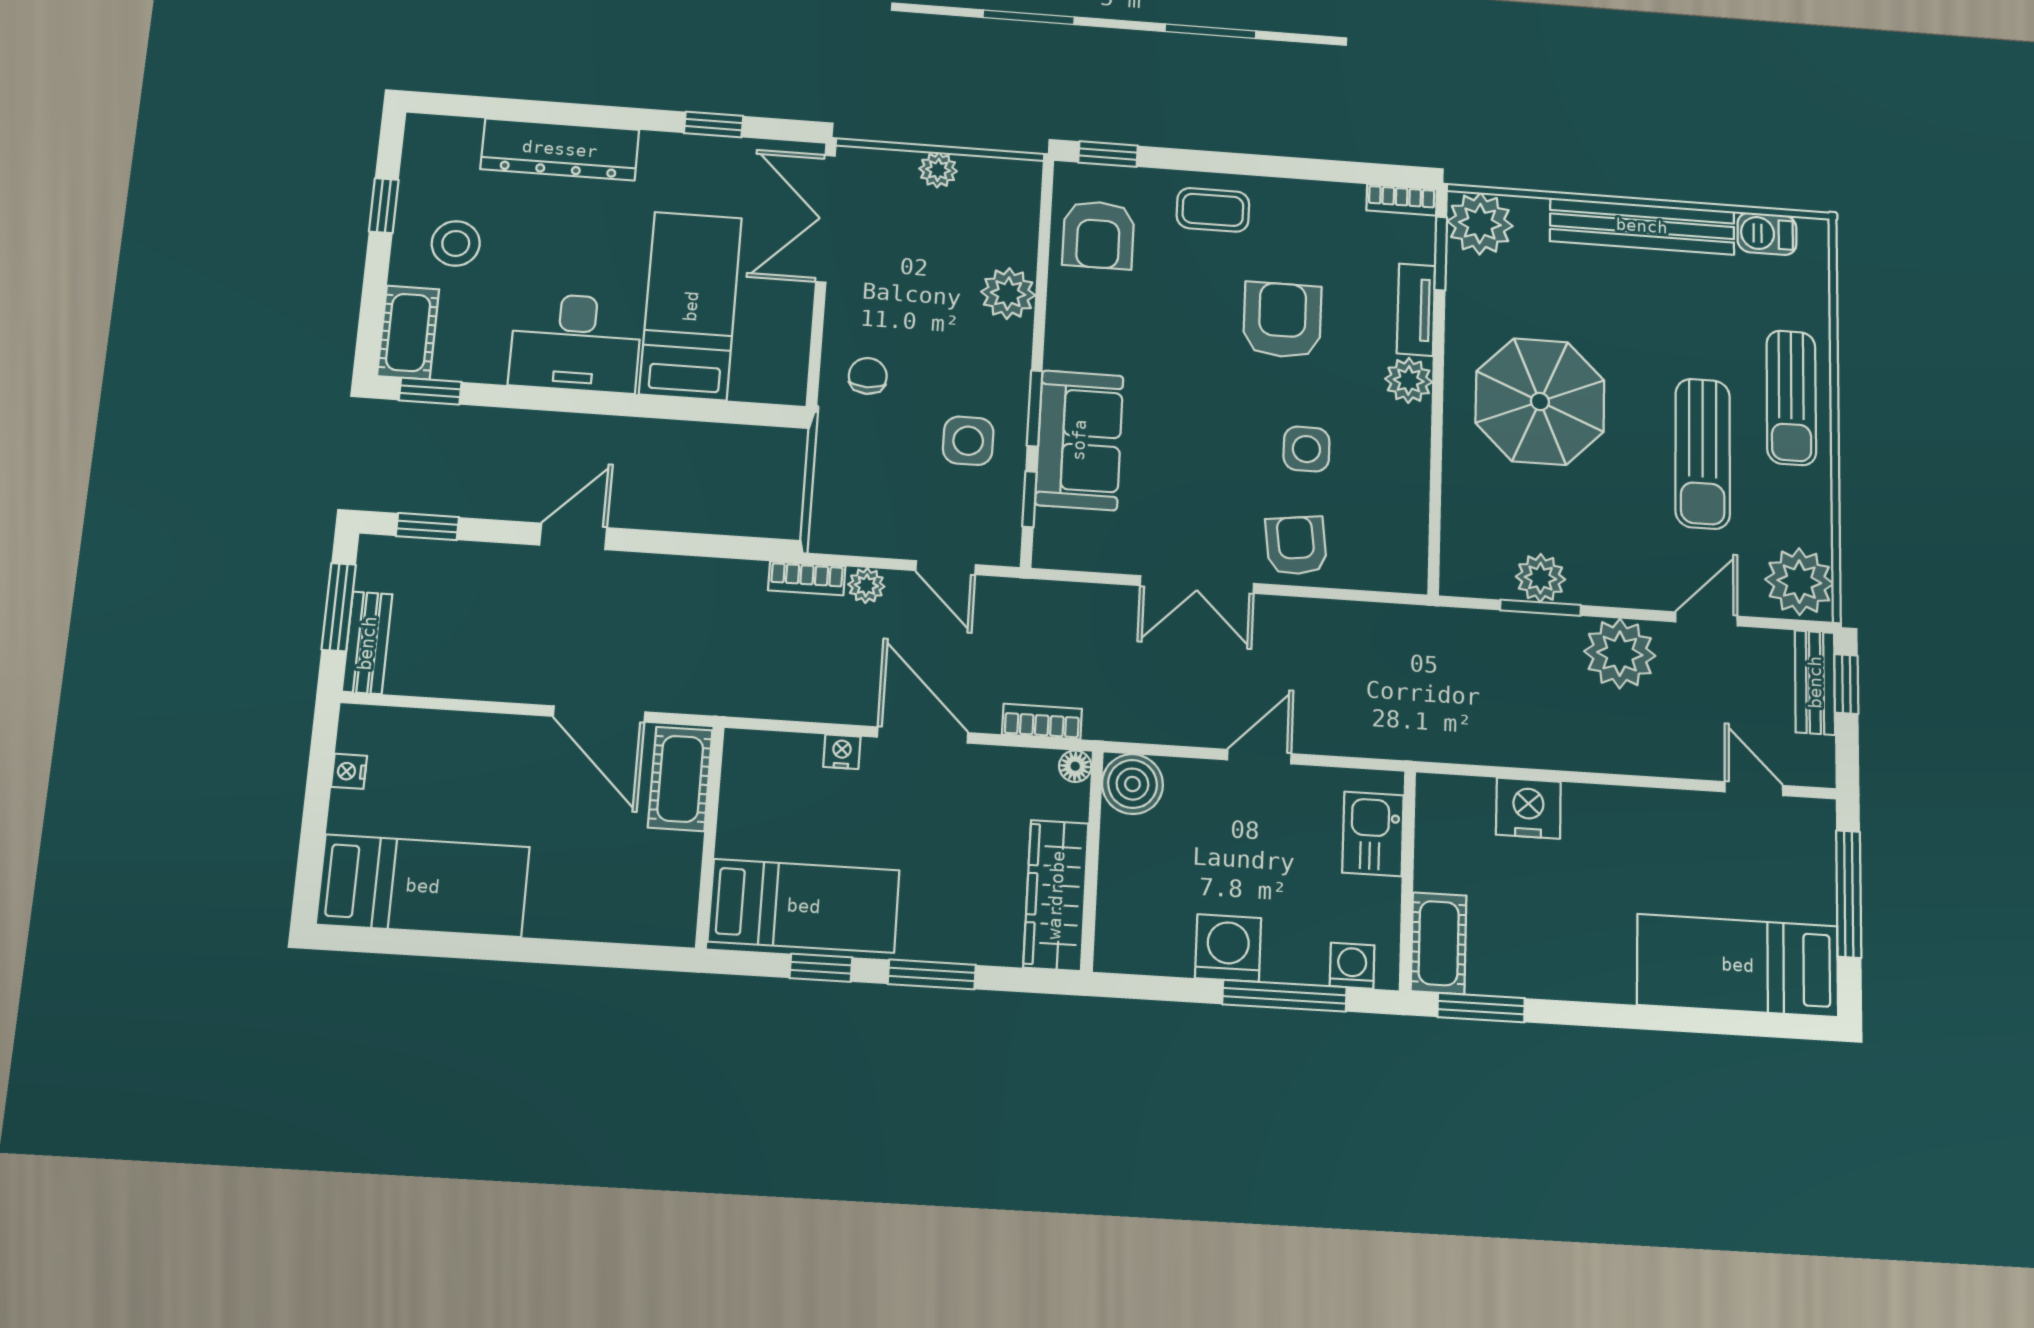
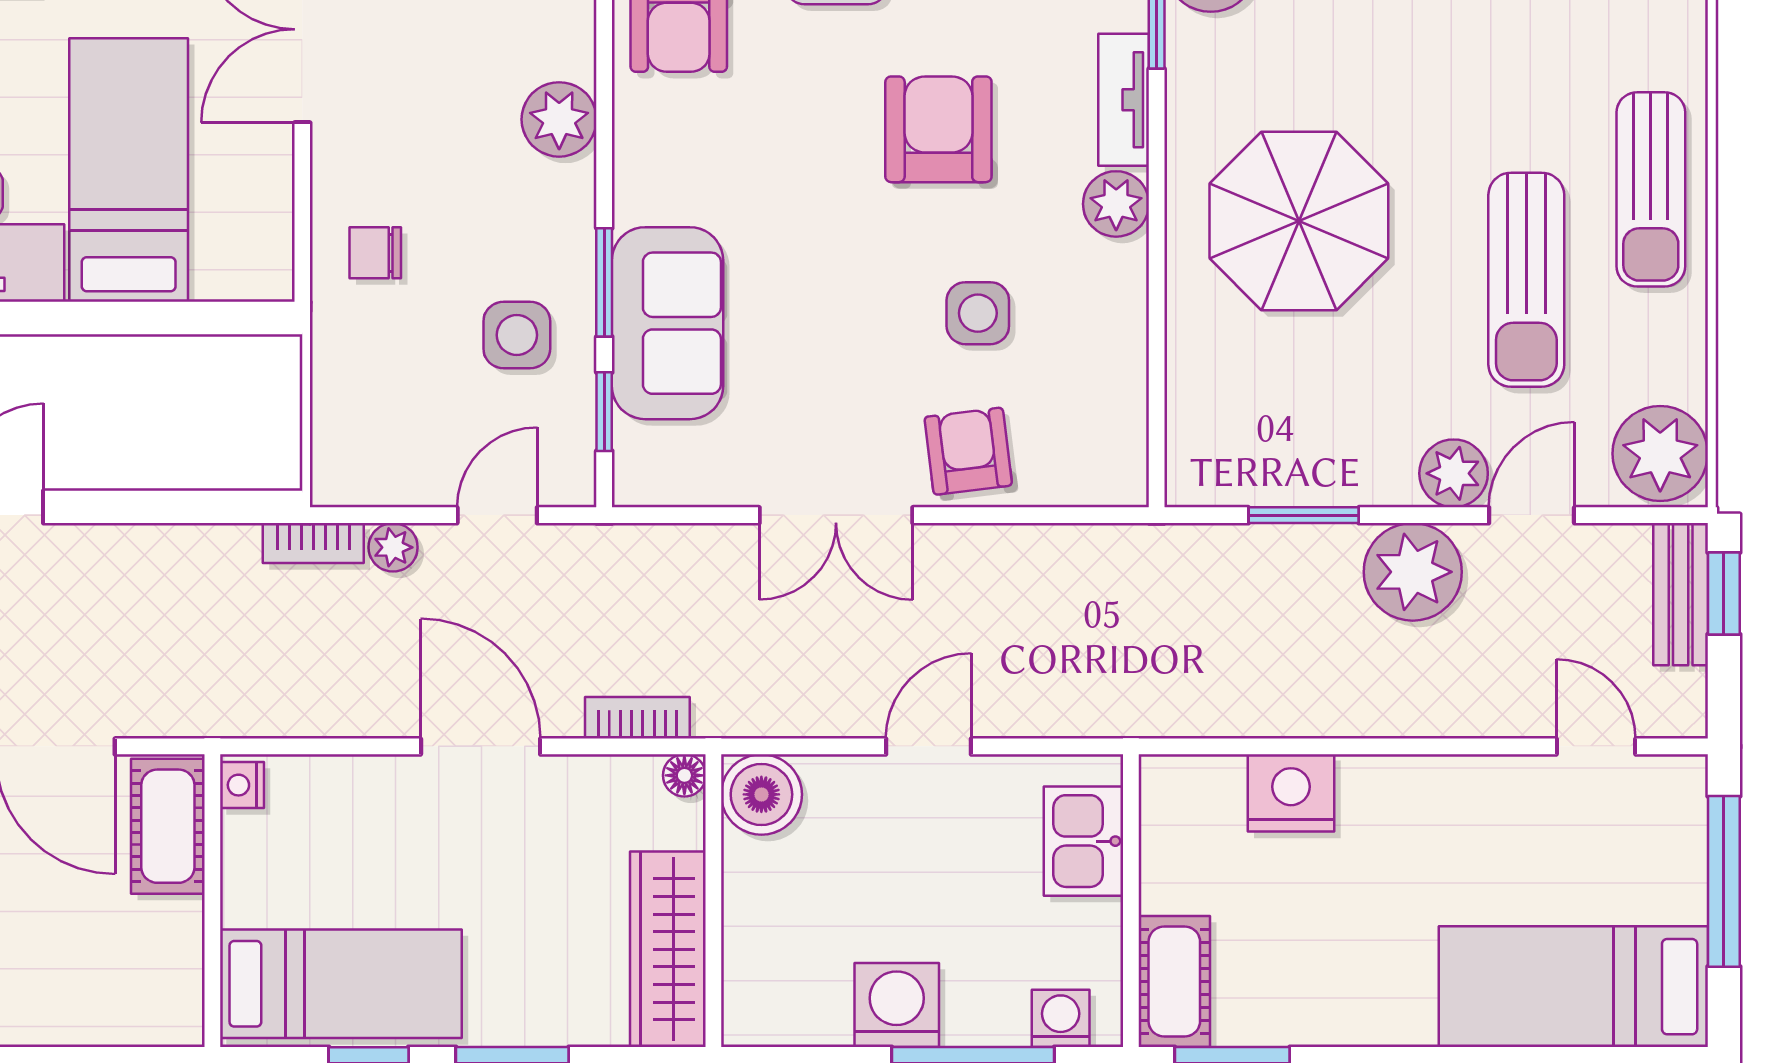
chair: (868, 376) -> (375, 253), turned -90
door: (946, 568) -> (497, 515), swing flipped
plant: (1540, 578) -> (1454, 473), moved
nightstand: (842, 752) -> (242, 785), moved, turned -90

